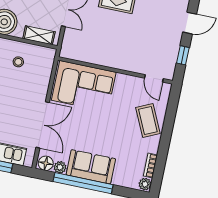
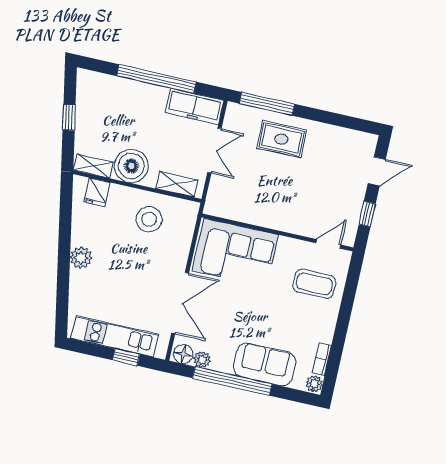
stool: (18, 62) -> (149, 219), width x1.89, depth x1.89
door: (154, 78) -> (328, 244), swing flipped
coffee table: (148, 121) -> (314, 284), moved, turned -65
sofa: (91, 167) -> (265, 365), moved

